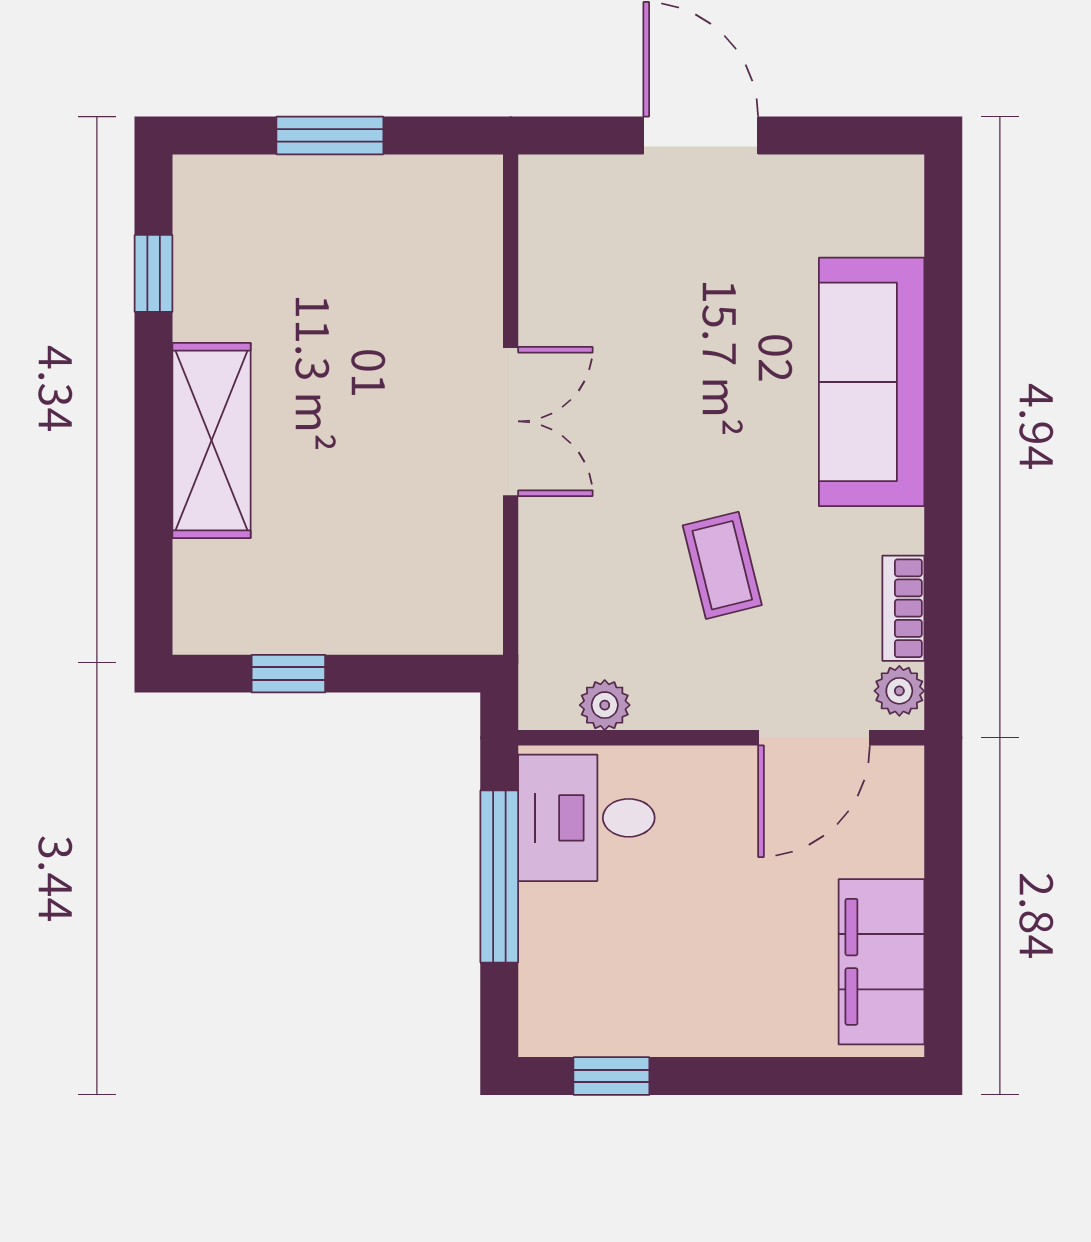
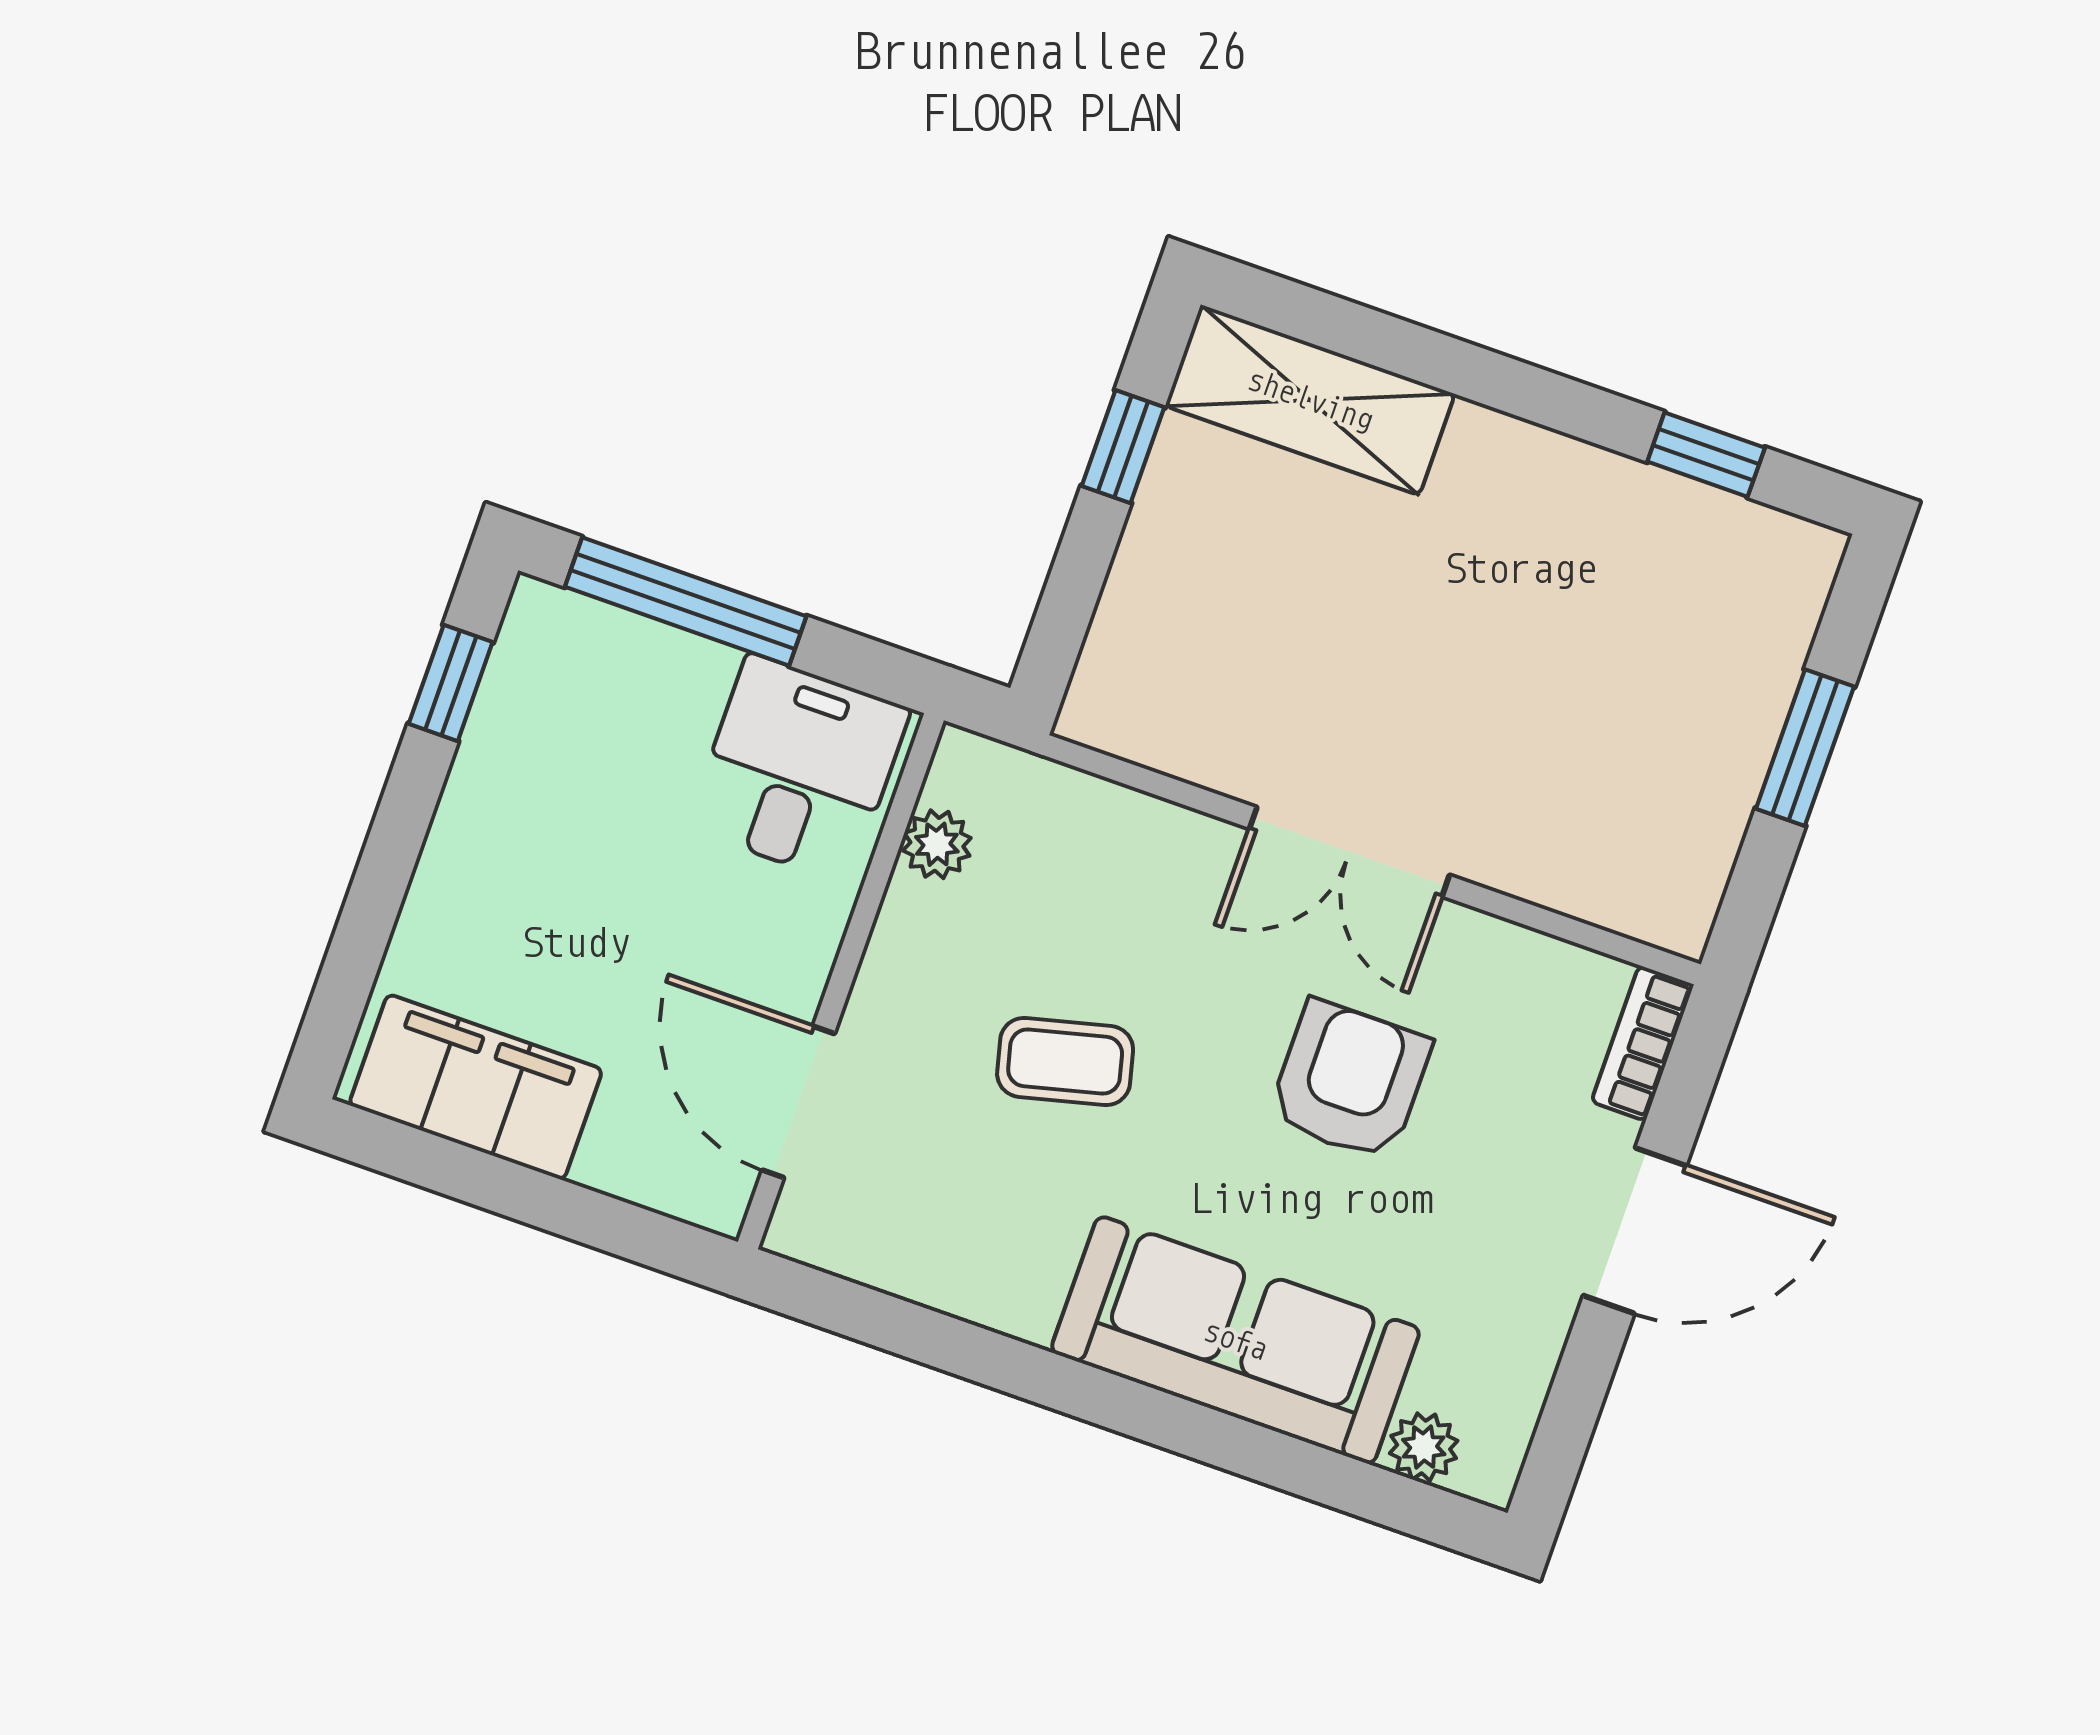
armchair: (667, 366) -> (1350, 1080), added
shelving: (211, 440) -> (1310, 400), moved
bookcase: (903, 608) -> (1642, 1043), moved, turned -90
plant: (899, 691) -> (1424, 1447), moved
window: (499, 876) -> (686, 602), moved

